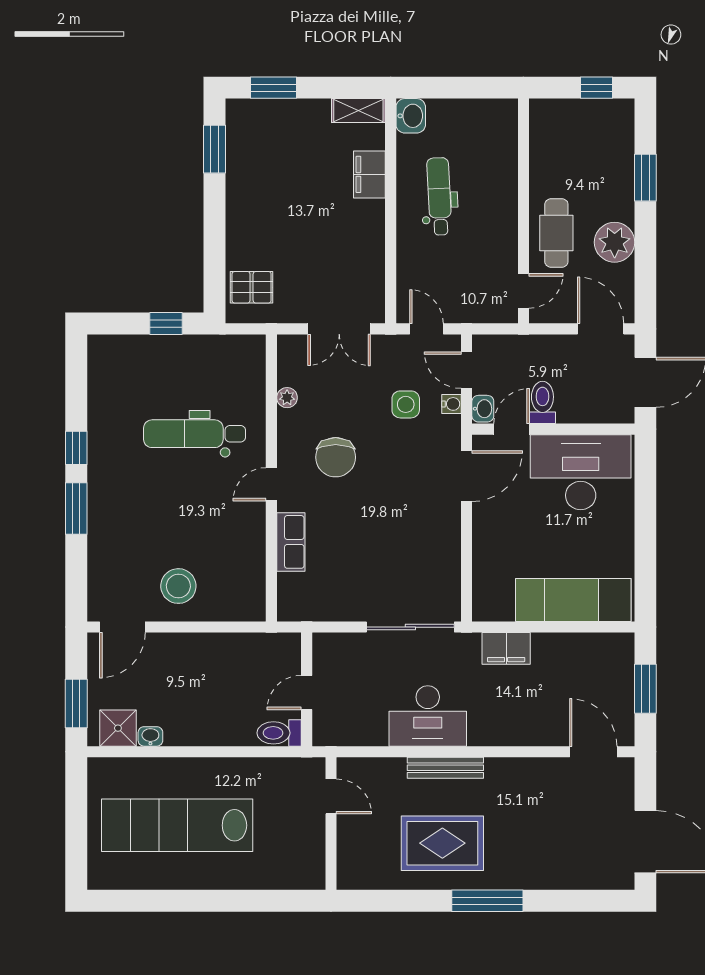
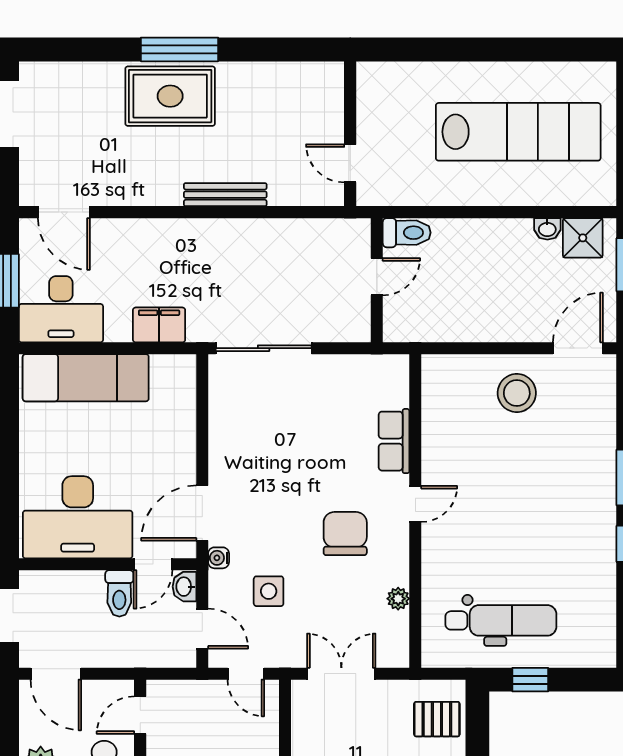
water cooler: (452, 404) -> (219, 558), moved
dental chair: (195, 434) -> (501, 620), moved
desk: (428, 716) -> (61, 309), moved, turned 180
rug: (442, 843) -> (170, 96), moved

